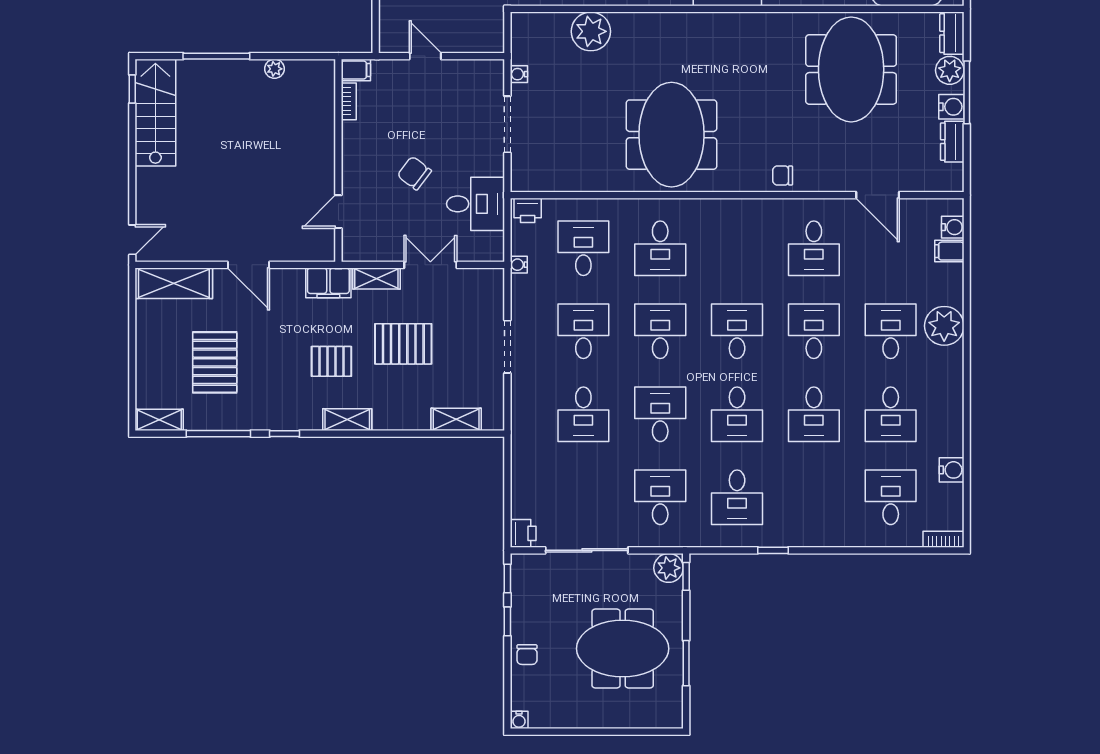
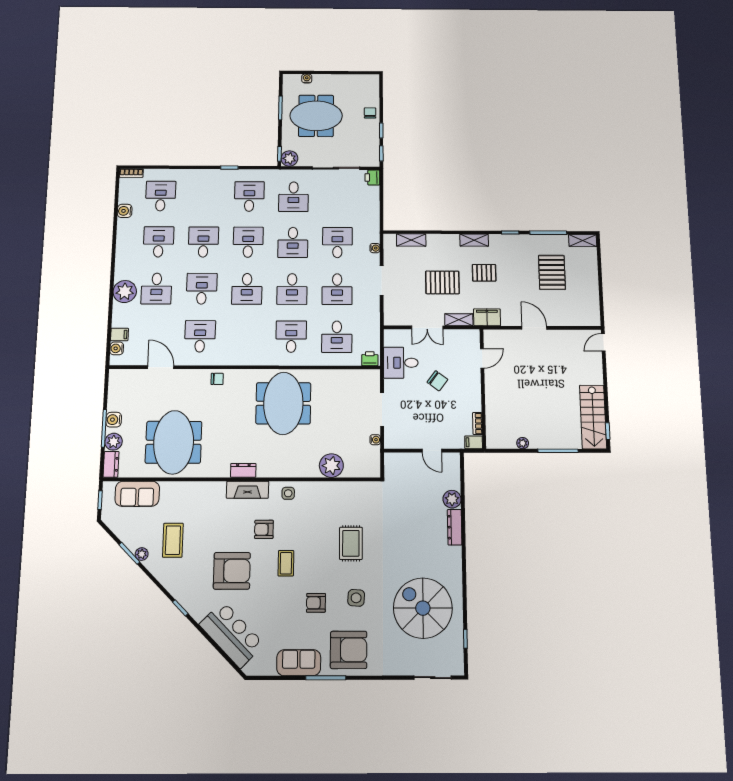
dresser: (952, 142) -> (243, 470), moved, turned -90
water cooler: (519, 265) -> (375, 248), moved
shelving: (174, 283) -> (578, 317), removed
desk: (814, 331) -> (202, 289), turned 180
desk: (891, 497) -> (161, 196), turned 180
water cooler: (519, 720) -> (307, 78), moved

